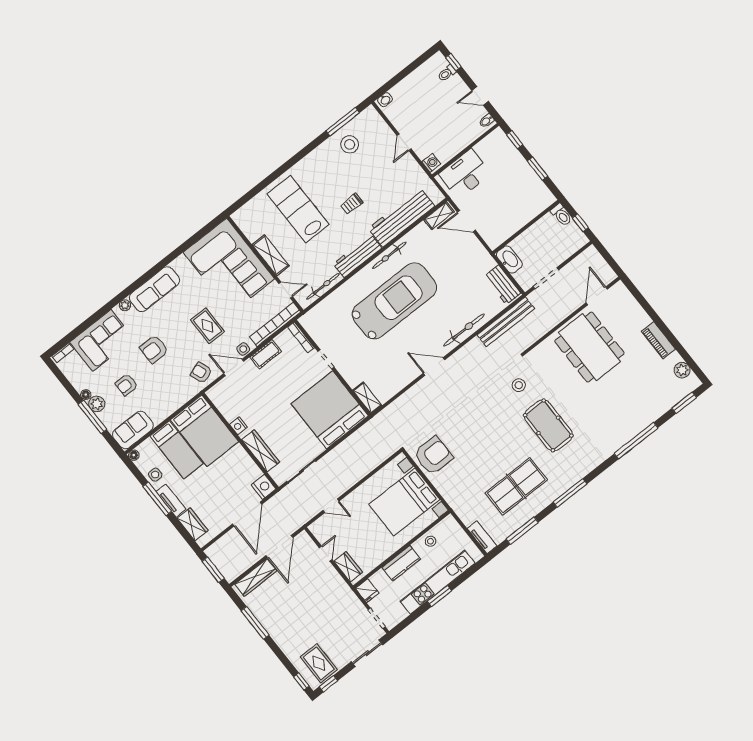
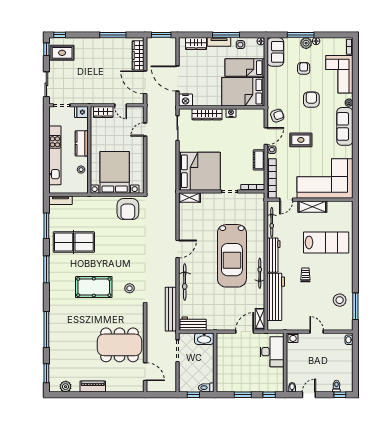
table tennis table: (516, 486) -> (74, 242), turned 90
window: (439, 596) -> (46, 150), removed

